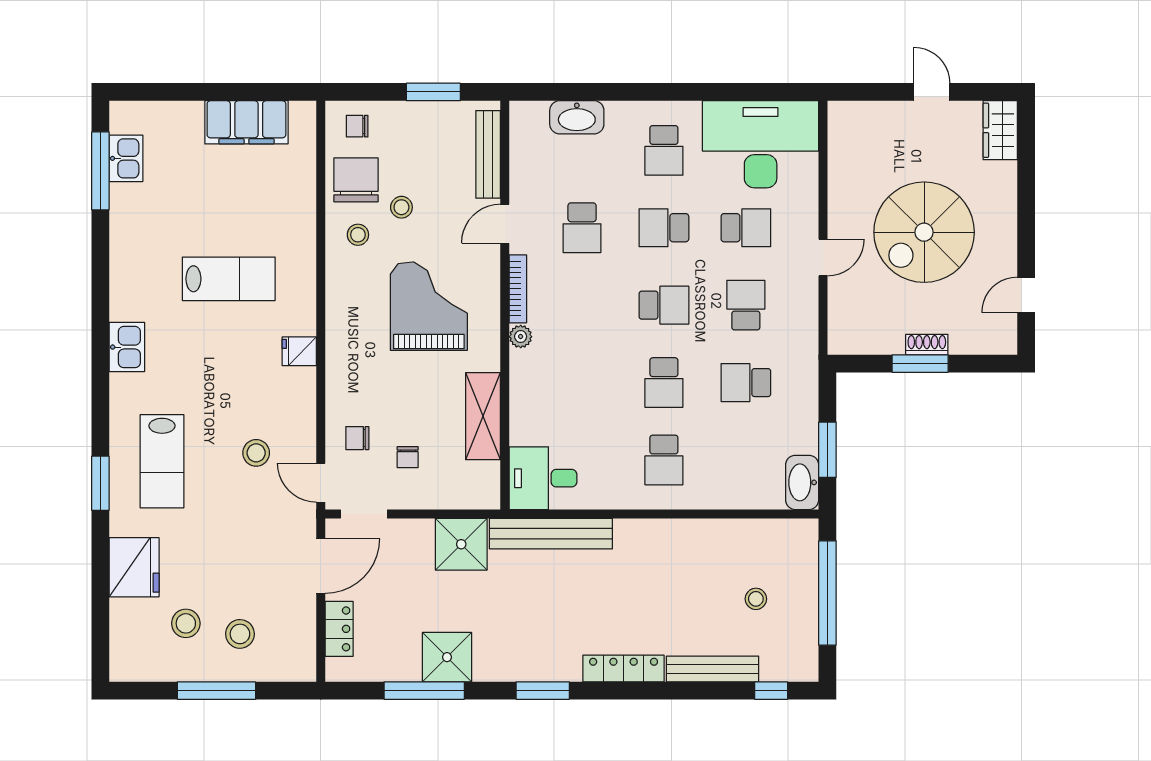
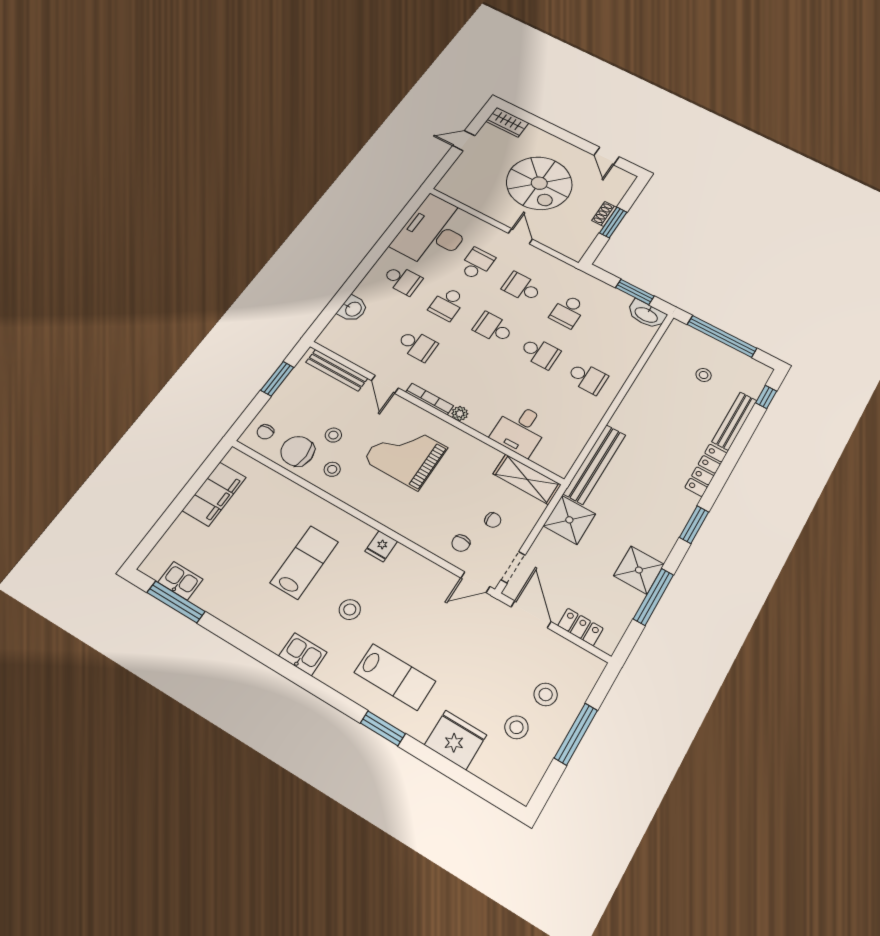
washbasin: (577, 117) -> (353, 309), width x0.72
school desk: (664, 305) -> (493, 328), turned -90
shelving: (483, 416) -> (527, 479), moved
stool: (256, 453) -> (350, 610), moved
desk: (543, 478) -> (520, 430), moved

